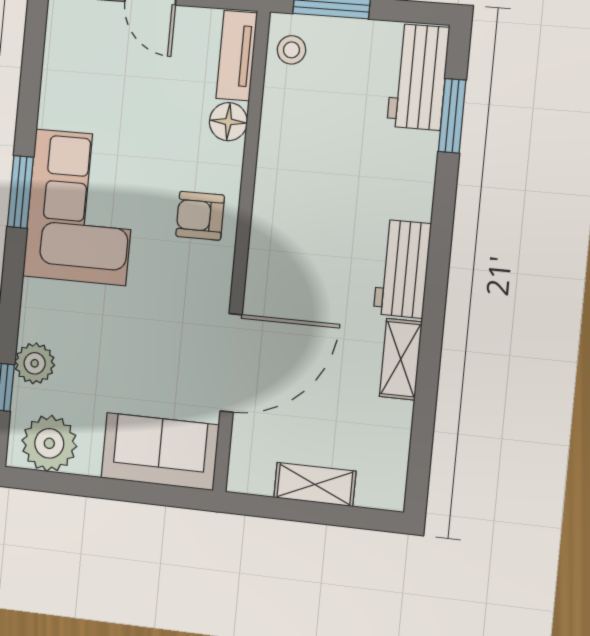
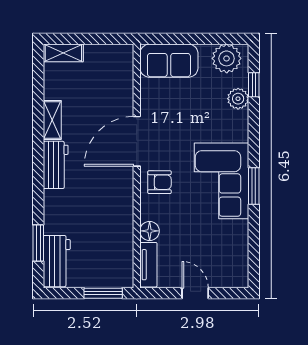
stool: (291, 50) -> (121, 270), removed
door: (231, 363) -> (137, 141), moved
shelving: (315, 484) -> (63, 53), moved

